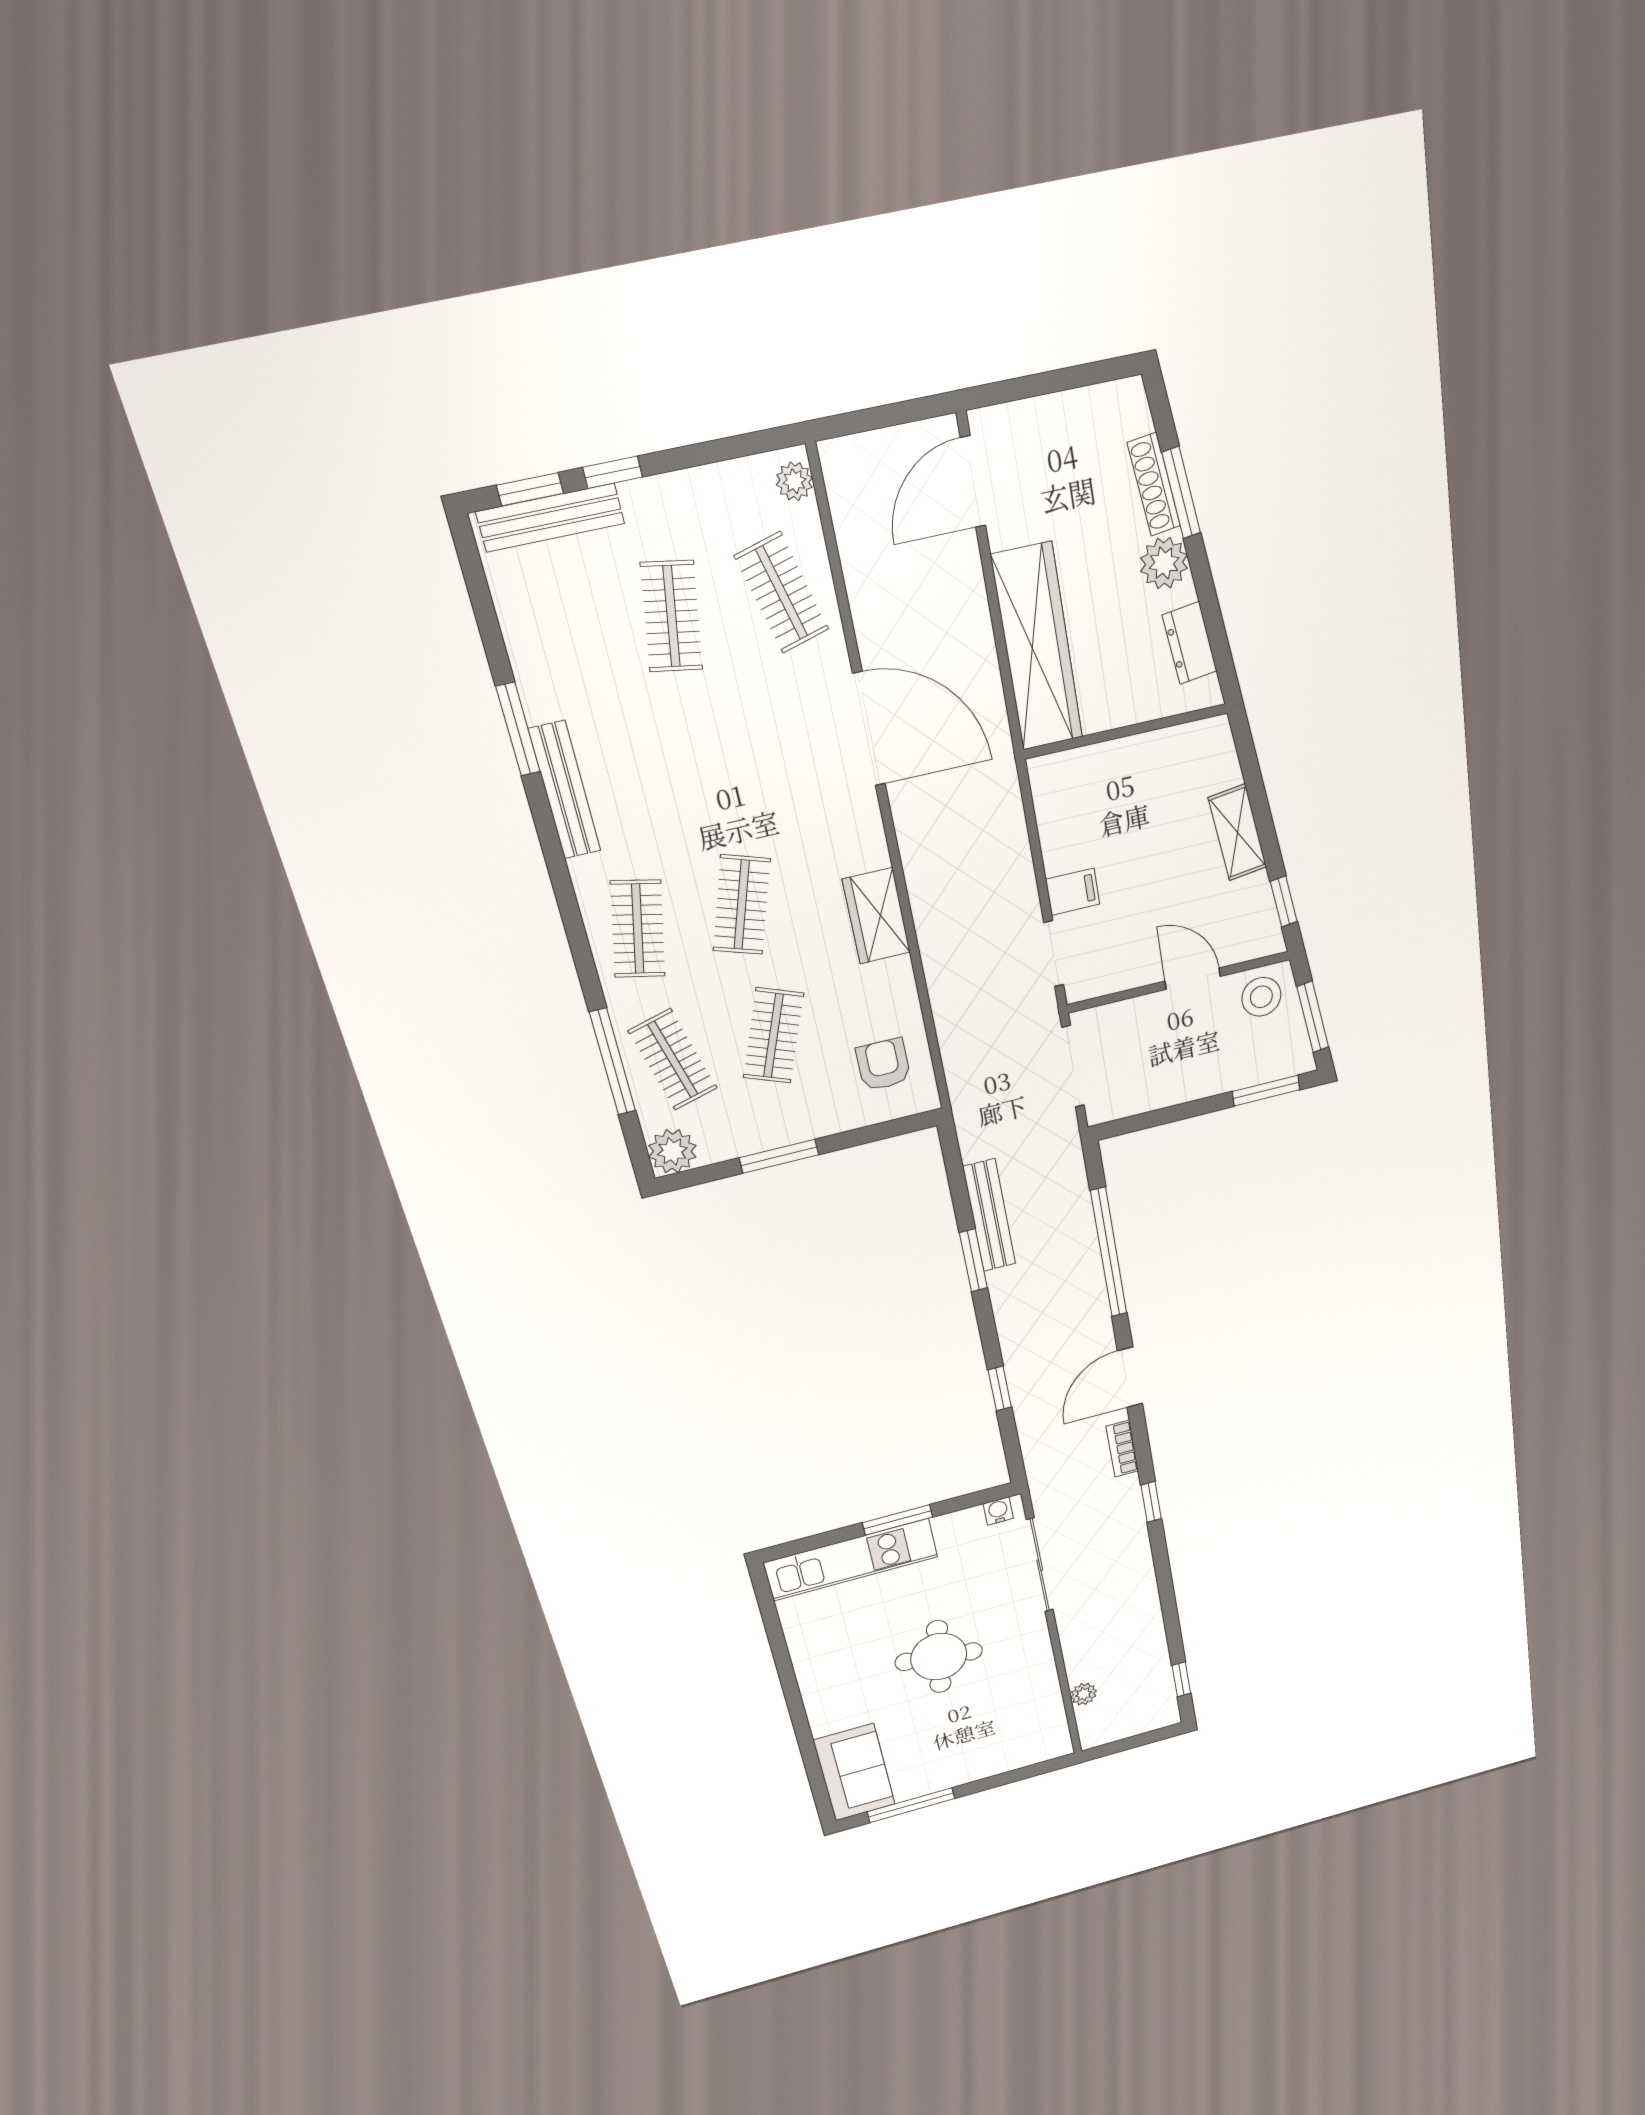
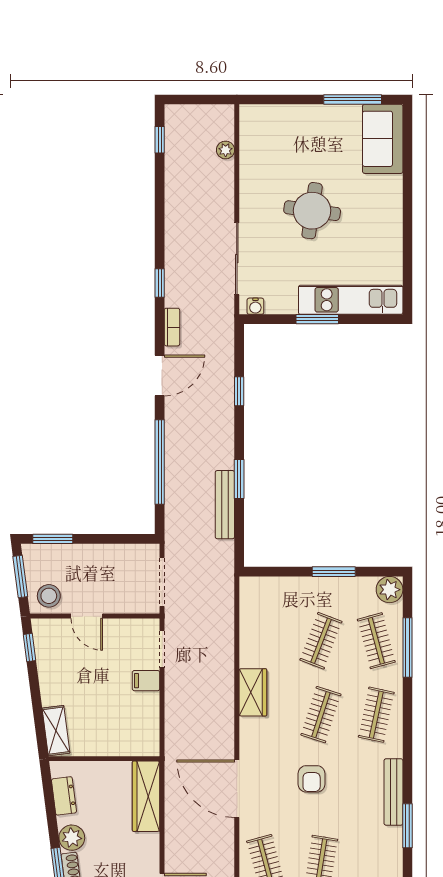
wardrobe: (1037, 647) -> (146, 796), width x0.71, depth x0.85
shelving: (1237, 833) -> (56, 731), moved
armchair: (883, 1065) -> (312, 779), moved

